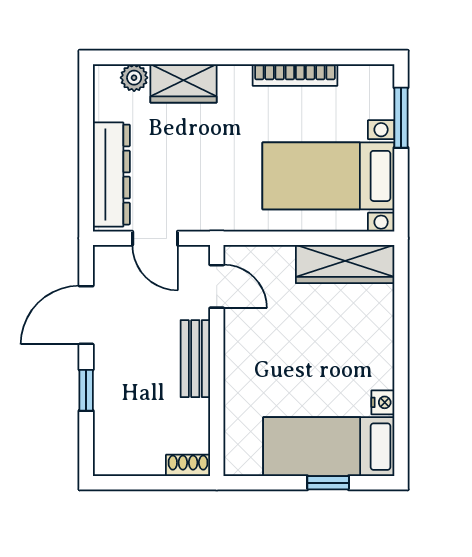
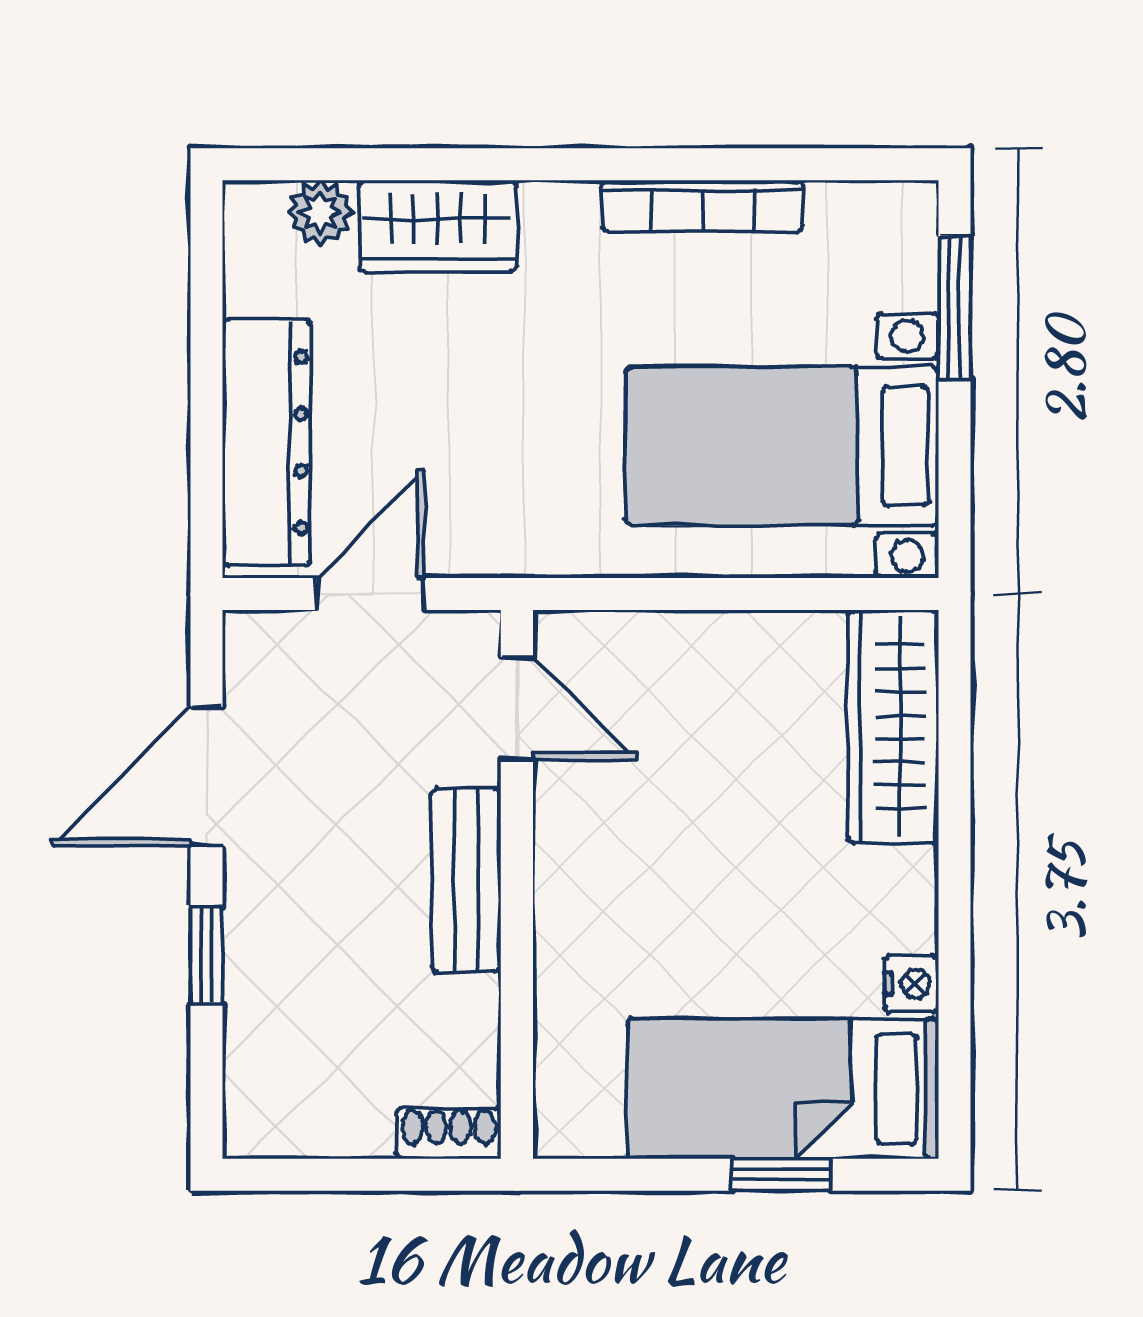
door: (155, 238) -> (370, 594), swing flipped
wardrobe: (345, 264) -> (893, 727), moved, turned 90

